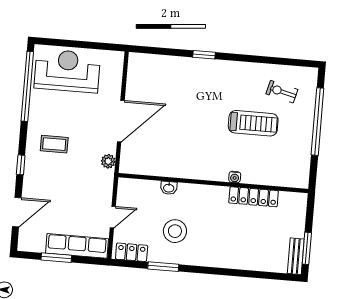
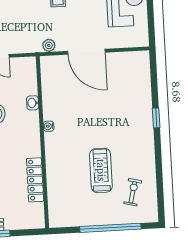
treadmill: (253, 123) -> (101, 170), turned 180
water cooler: (235, 177) -> (49, 126), moved

